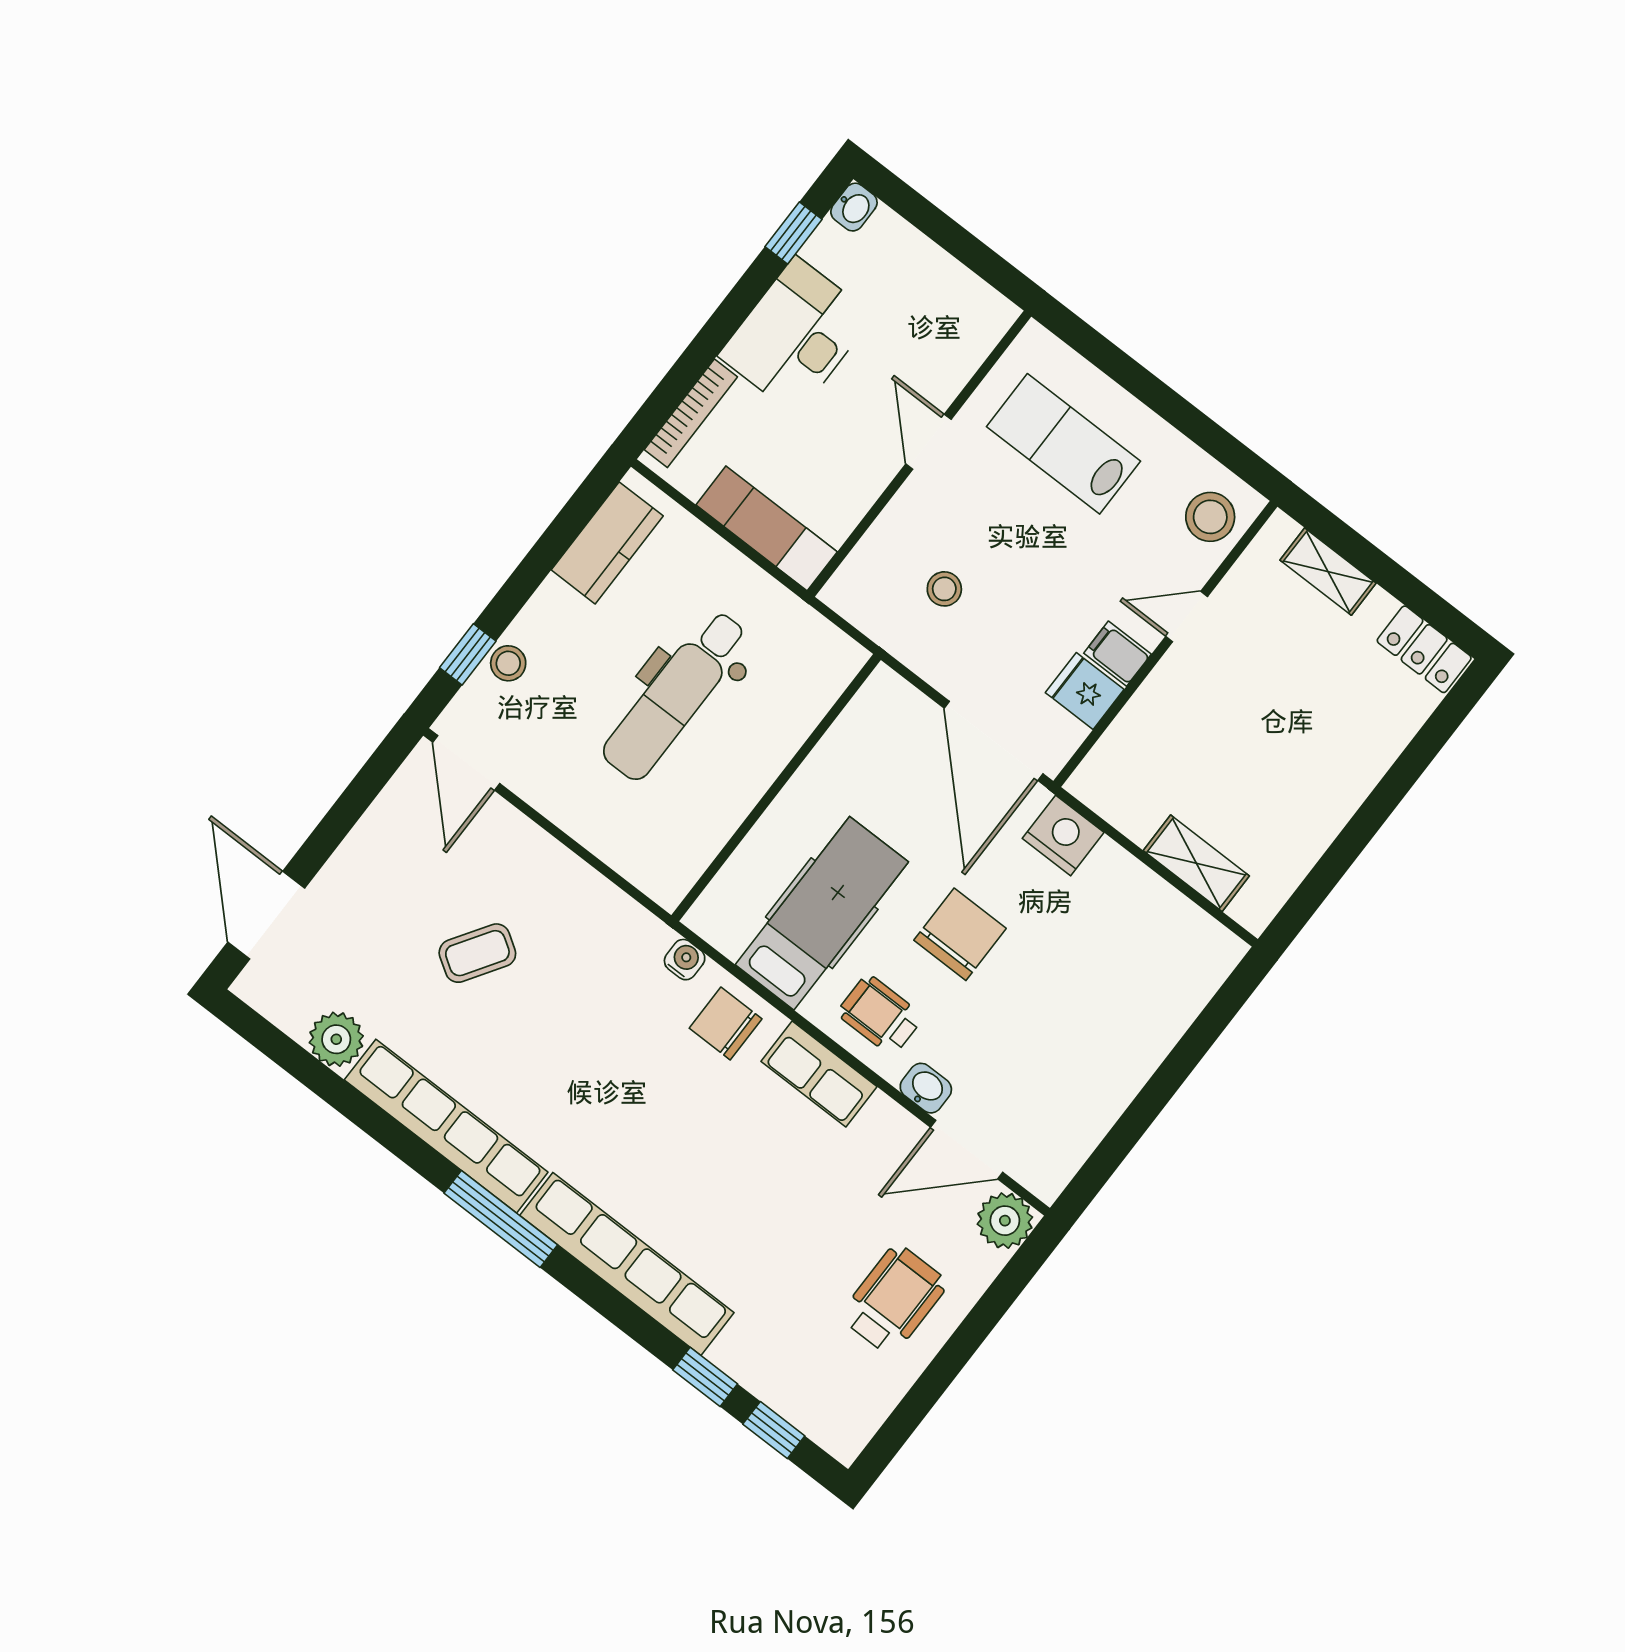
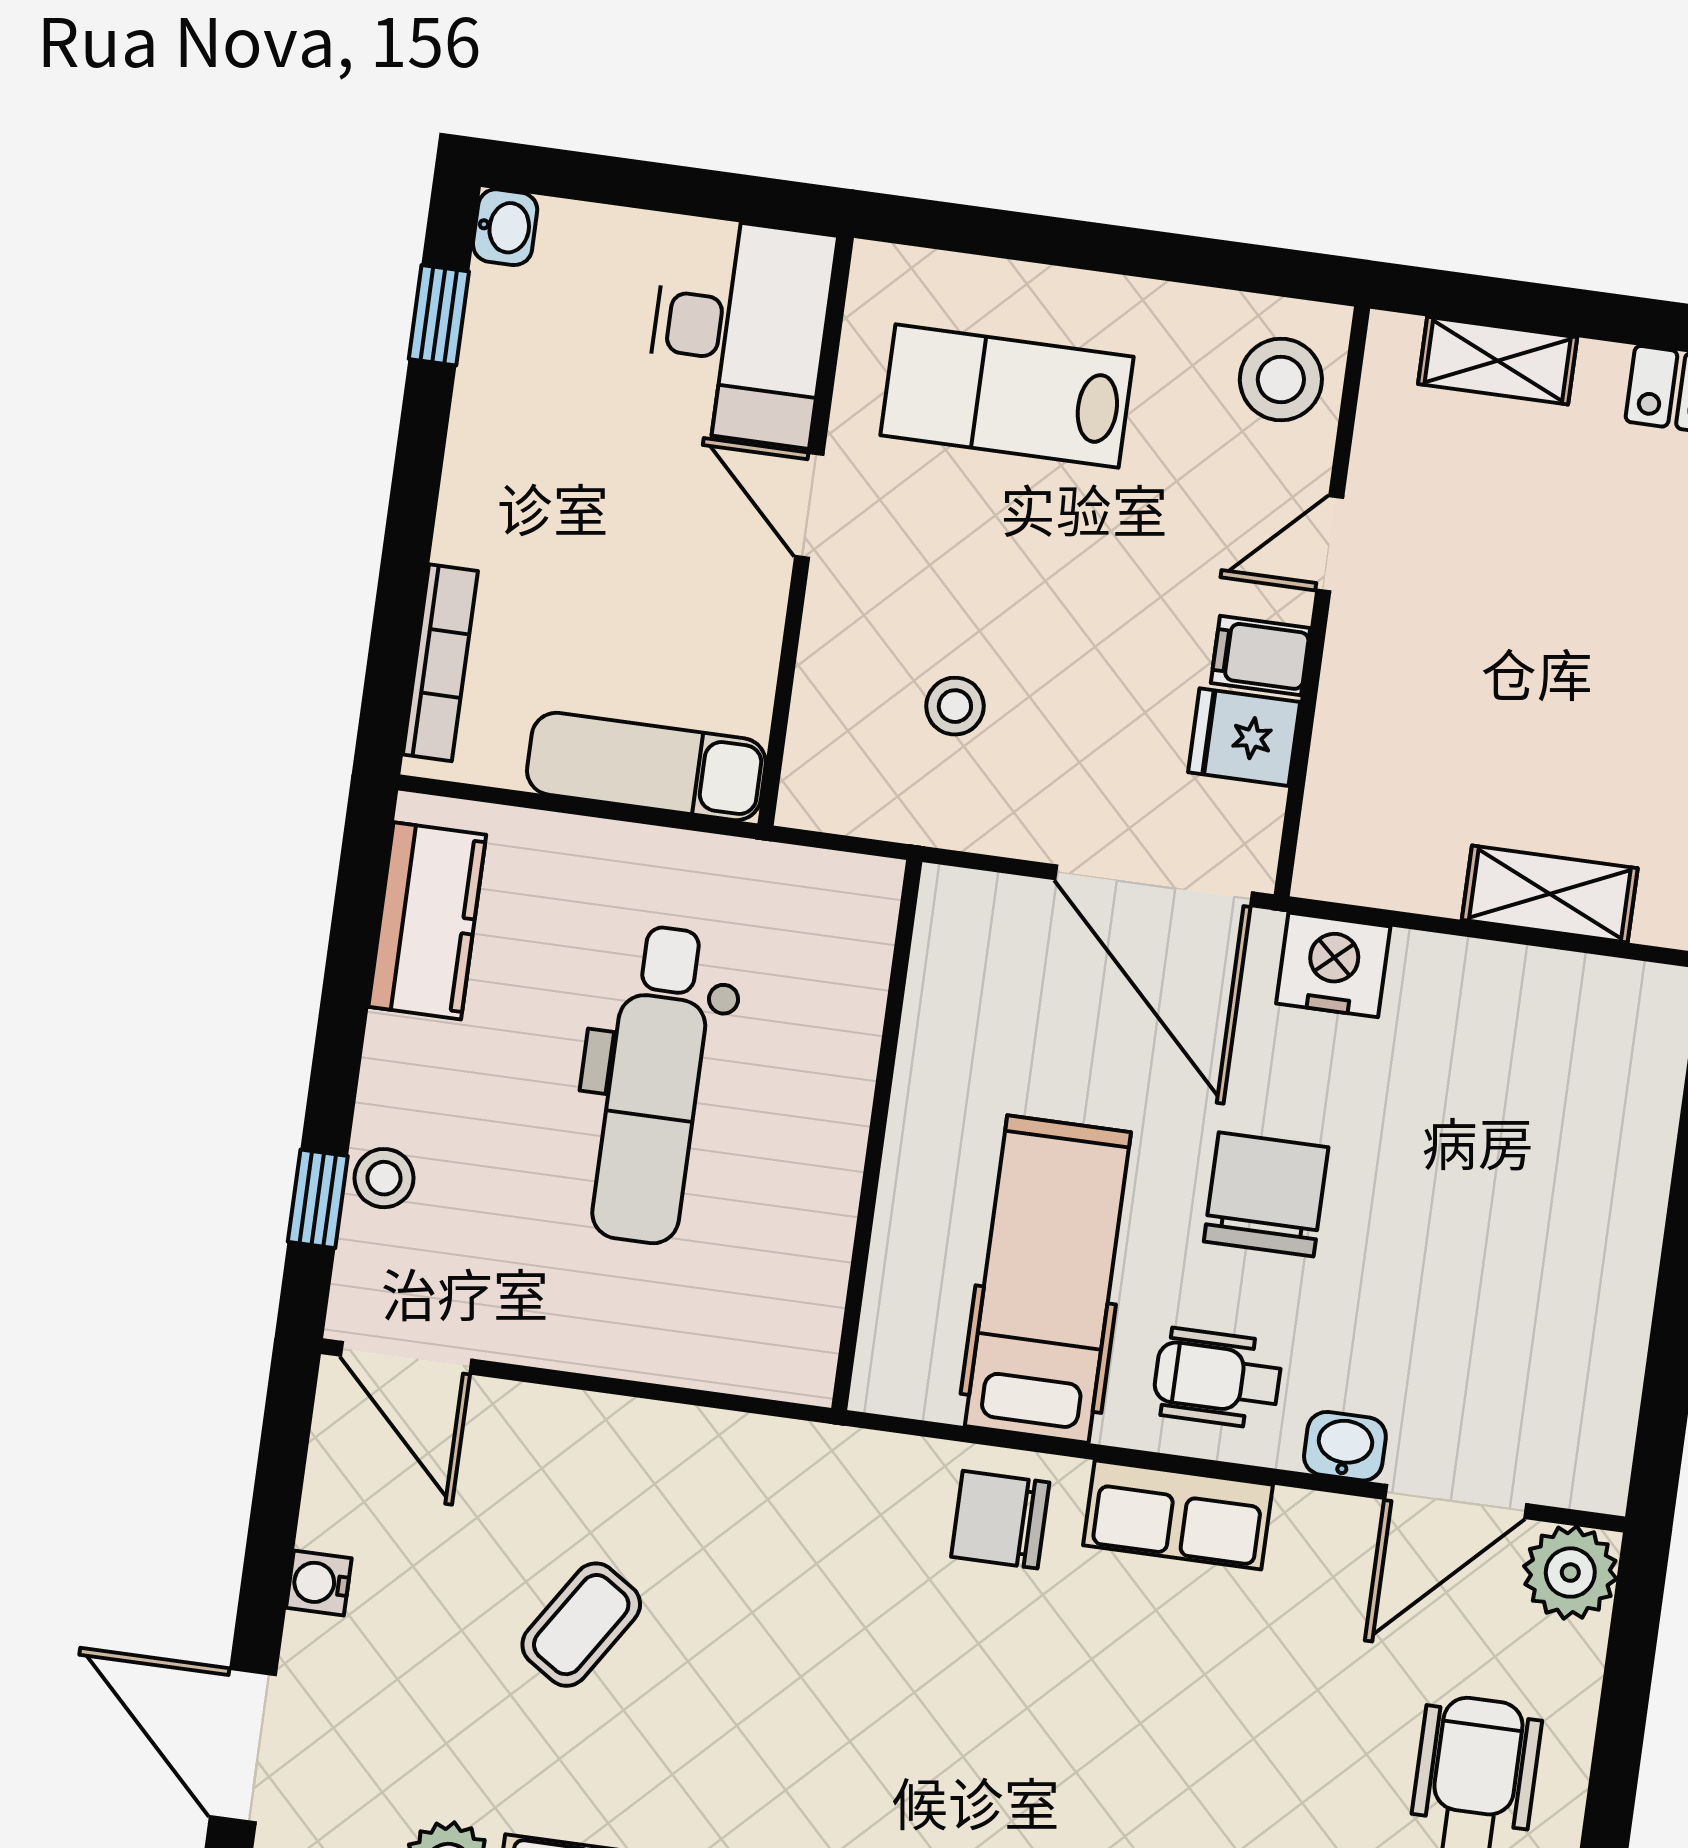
desk: (796, 336) -> (740, 331), moved, turned 180
water cooler: (685, 960) -> (319, 1583), moved, turned -90

